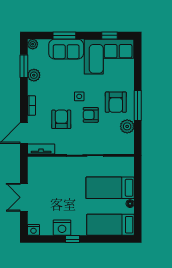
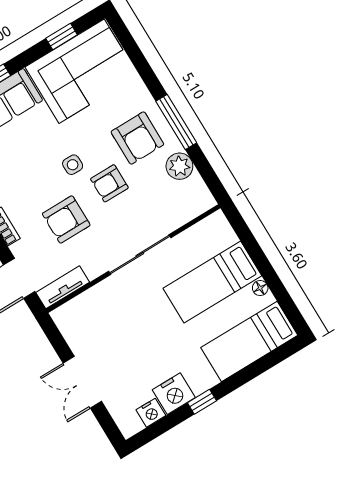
armchair: (61, 119) -> (66, 219), turned -90
nightstand: (33, 230) -> (151, 413), moved

